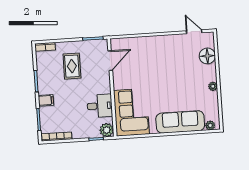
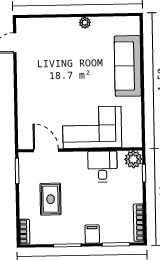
floor lamp: (207, 56) -> (46, 28), removed
rug: (72, 66) -> (51, 199), turned 90
corner sofa: (131, 112) -> (92, 127), moved
plant: (210, 125) -> (134, 28), removed

